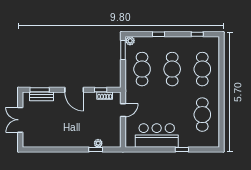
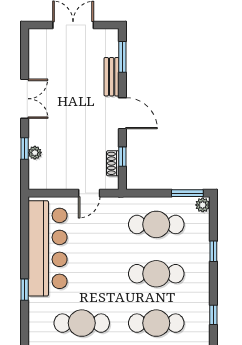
door: (74, 90) -> (122, 113), swing flipped
bench: (41, 96) -> (112, 77), moved
door: (123, 110) -> (89, 193), hinge flipped
bar counter: (157, 135) -> (48, 248), width x1.36
double door: (65, 149) -> (25, 99), added

